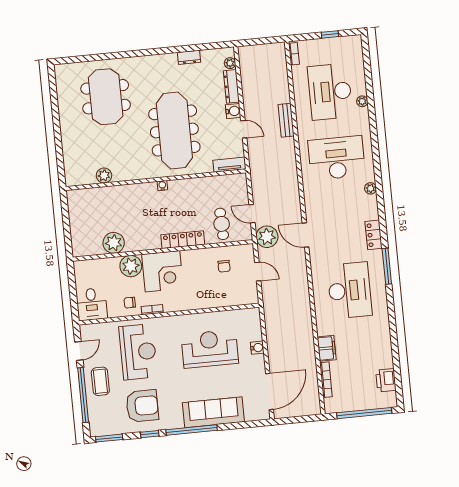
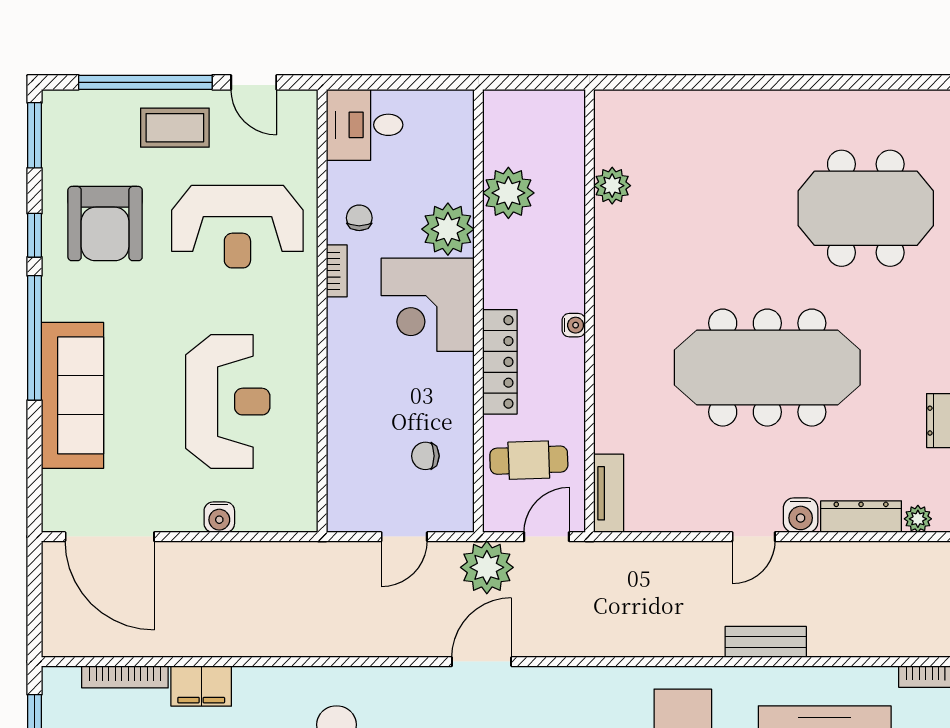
tv unit: (229, 165) -> (609, 493), moved
plant: (104, 175) -> (612, 186), moved
wall: (156, 180) -> (590, 311), moved
water cooler: (162, 186) -> (574, 325), moved

